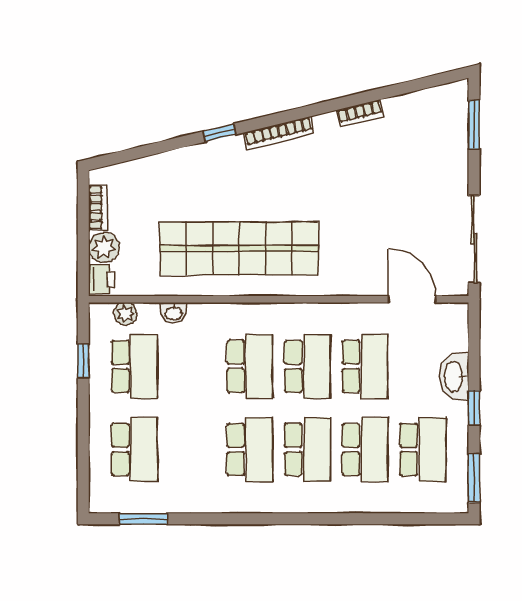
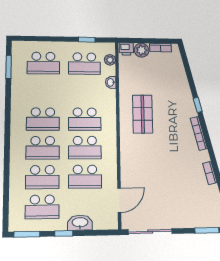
shop shelf: (239, 248) -> (143, 114), width x0.50, depth x0.74

